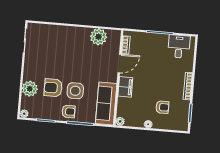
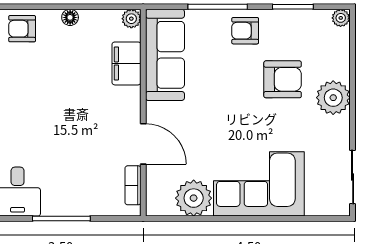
corner sofa: (68, 41) -> (259, 184), added
door: (120, 63) -> (143, 144), swing flipped
filing cabinet: (125, 87) -> (126, 63), moved
plant: (30, 89) -> (333, 98), moved
side table: (75, 91) -> (234, 77), removed
armchair: (162, 107) -> (22, 29), moved

